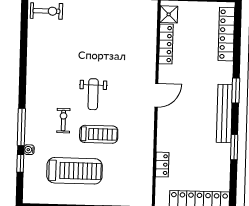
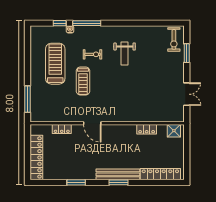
locker: (166, 44) -> (147, 129), width x0.66
weight bench: (93, 94) -> (125, 53), moved, turned -90
door: (156, 95) -> (92, 123), moved
bench: (224, 113) -> (118, 174), moved
treadmill: (74, 171) -> (55, 64), turned 180

